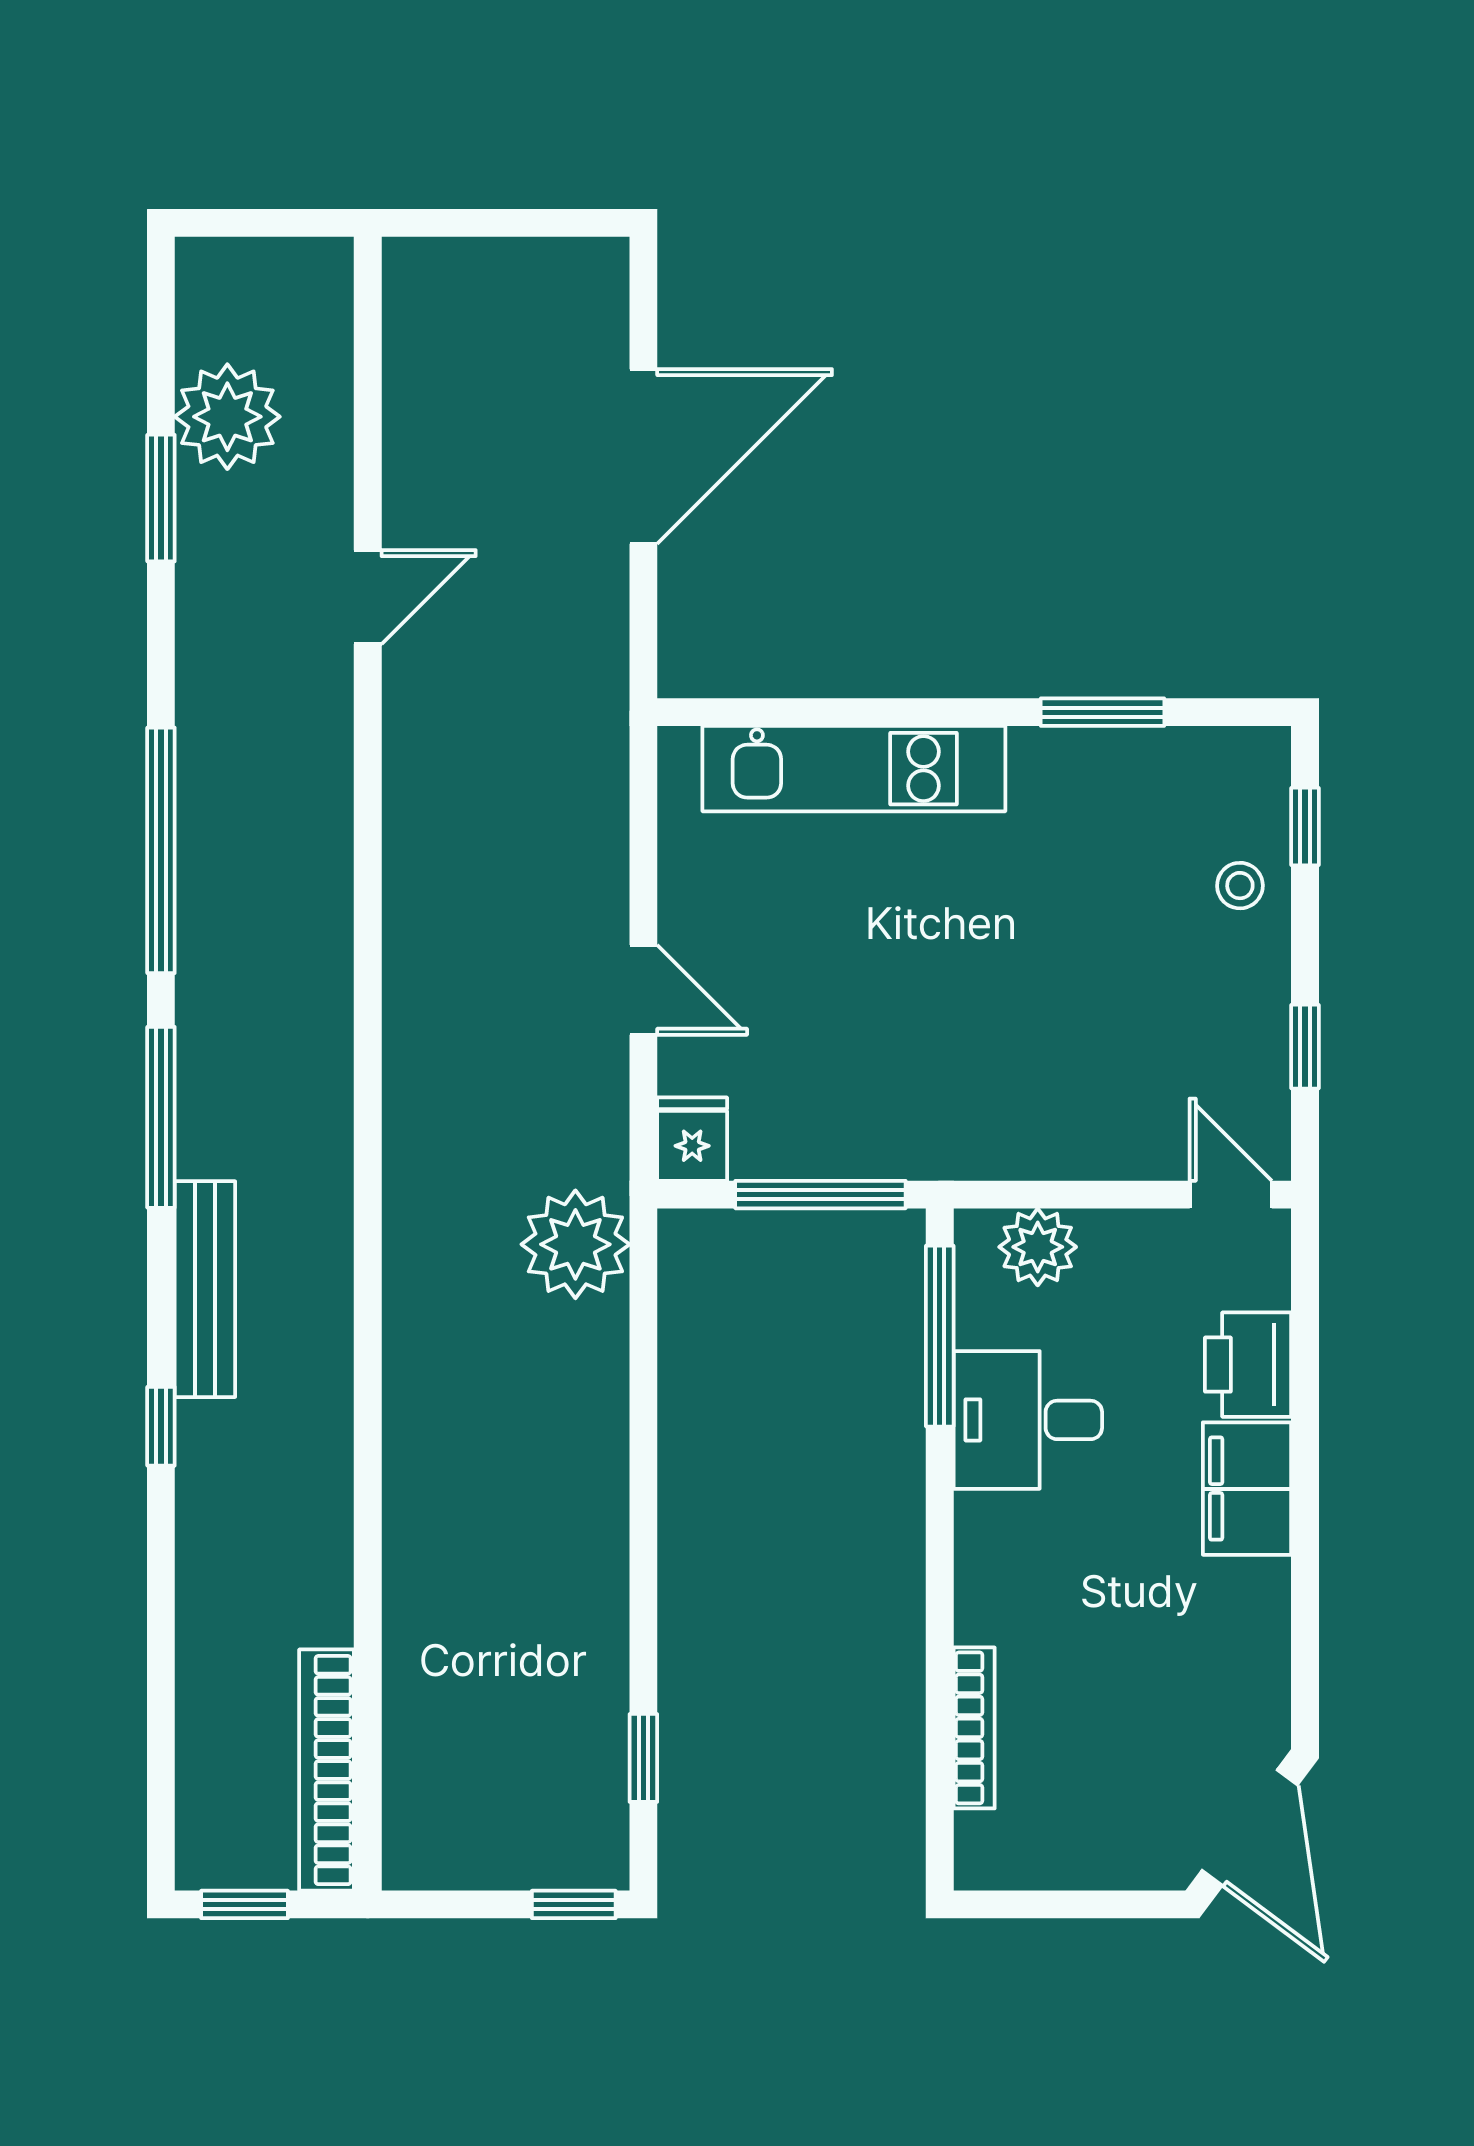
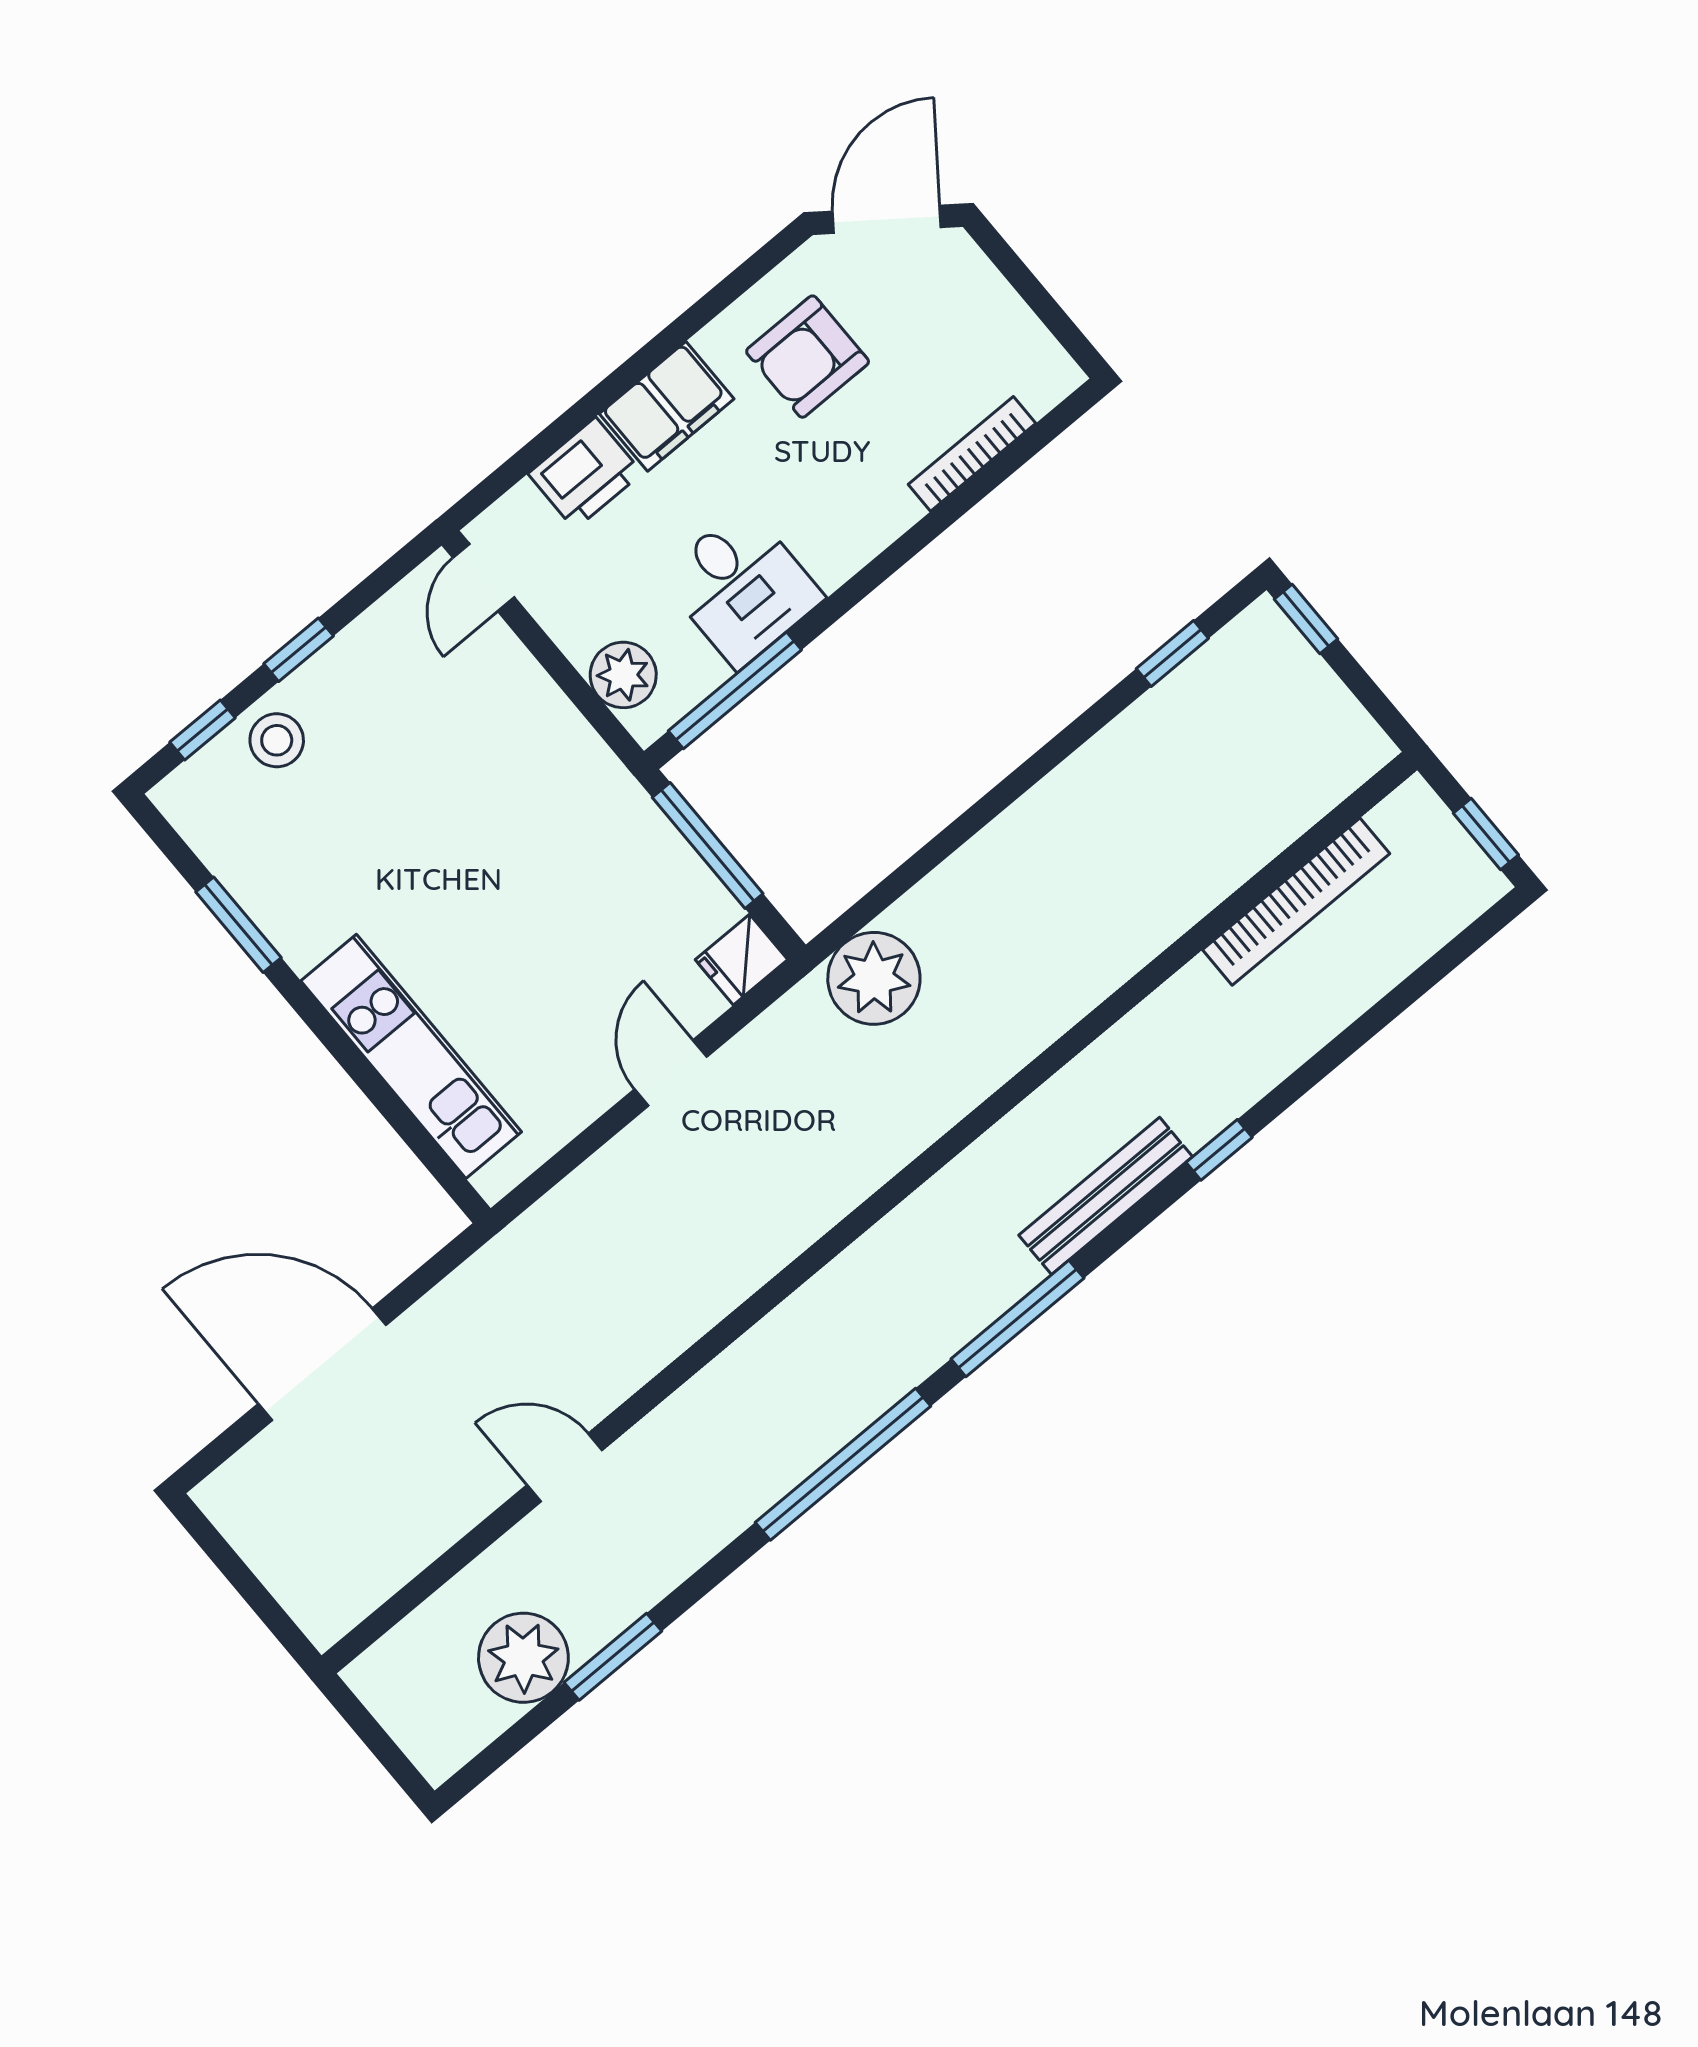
stool: (1240, 886) -> (277, 740), width x1.37, depth x1.37
window: (1305, 1047) -> (299, 650), moved
armchair: (1186, 1653) -> (808, 357), added
bookcase: (327, 1770) -> (1296, 902), moved

